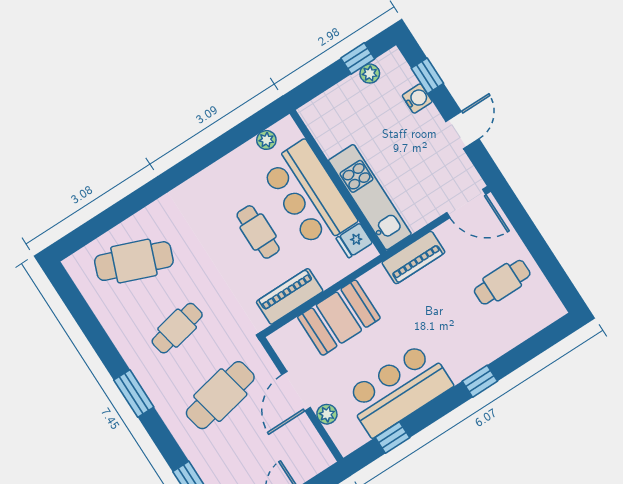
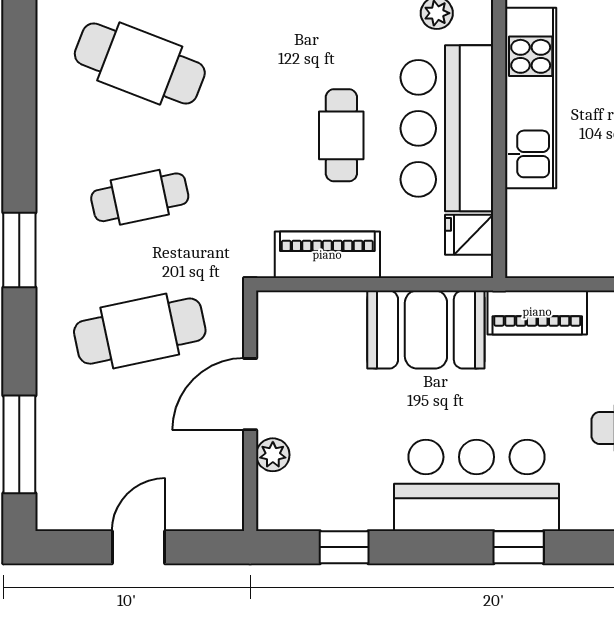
kitchen unit: (370, 197) -> (531, 98), moved
booth: (339, 318) -> (426, 330), moved
bar counter: (398, 390) -> (477, 485), moved

